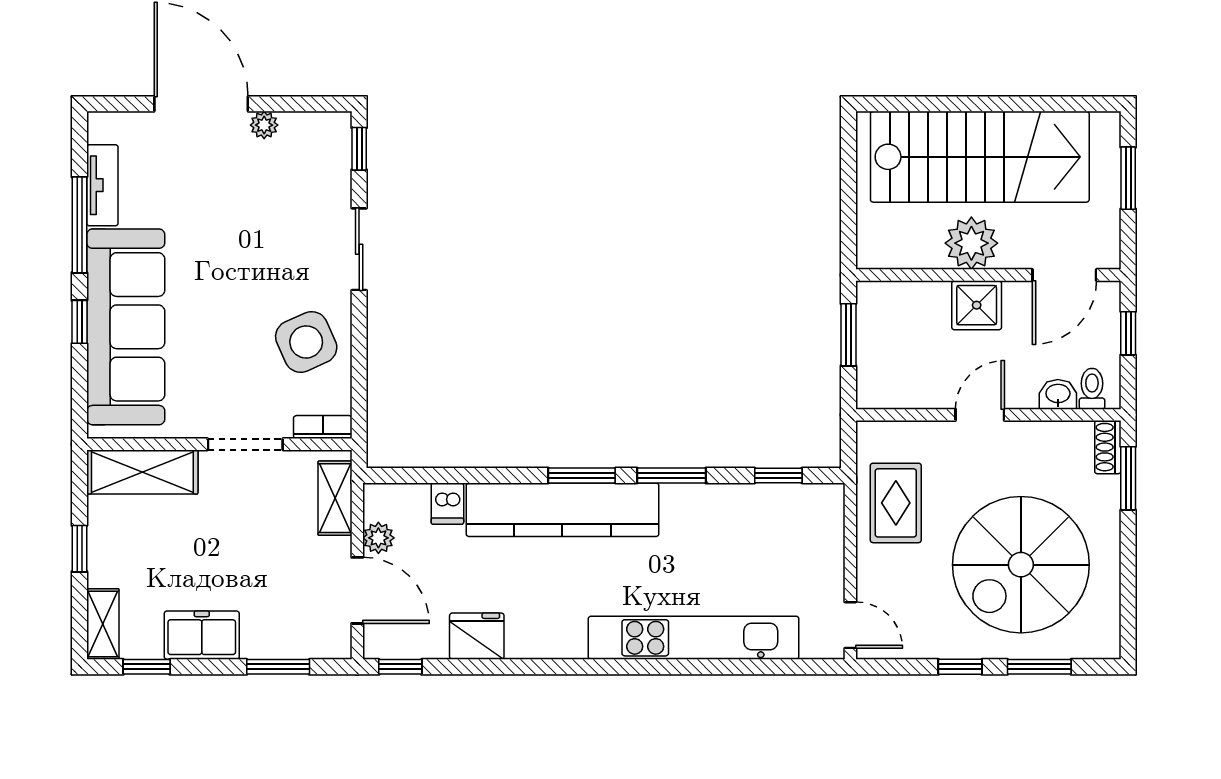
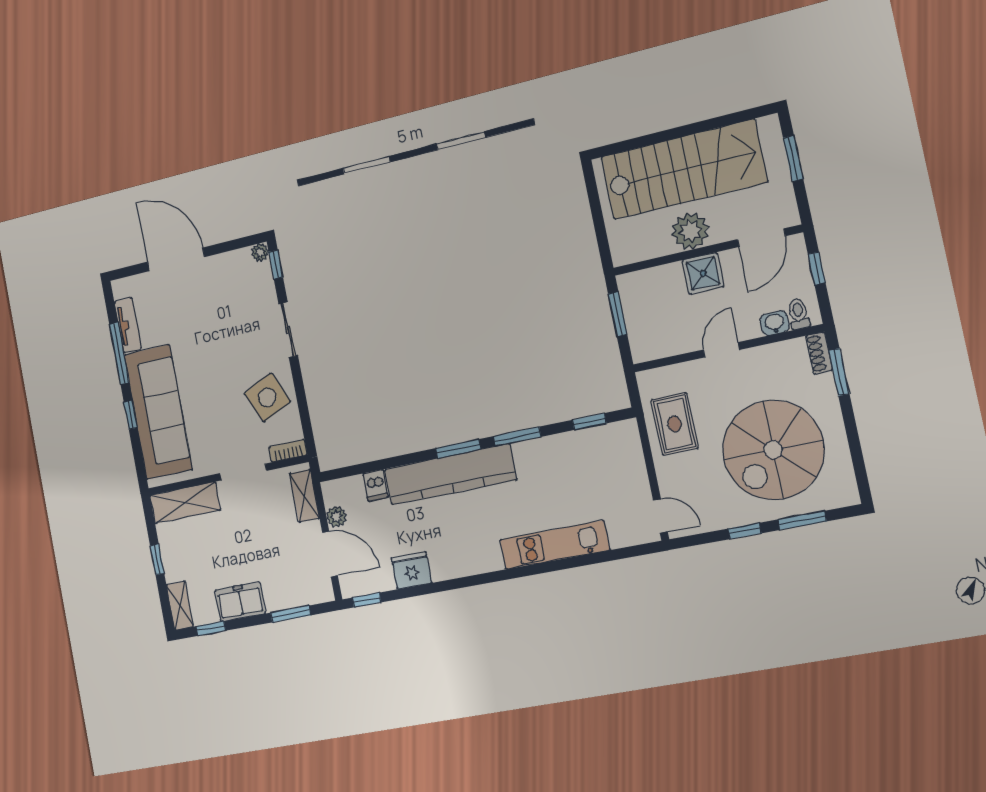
plant: (264, 125) -> (260, 252), moved
kitchen unit: (694, 638) -> (554, 545), width x0.73

